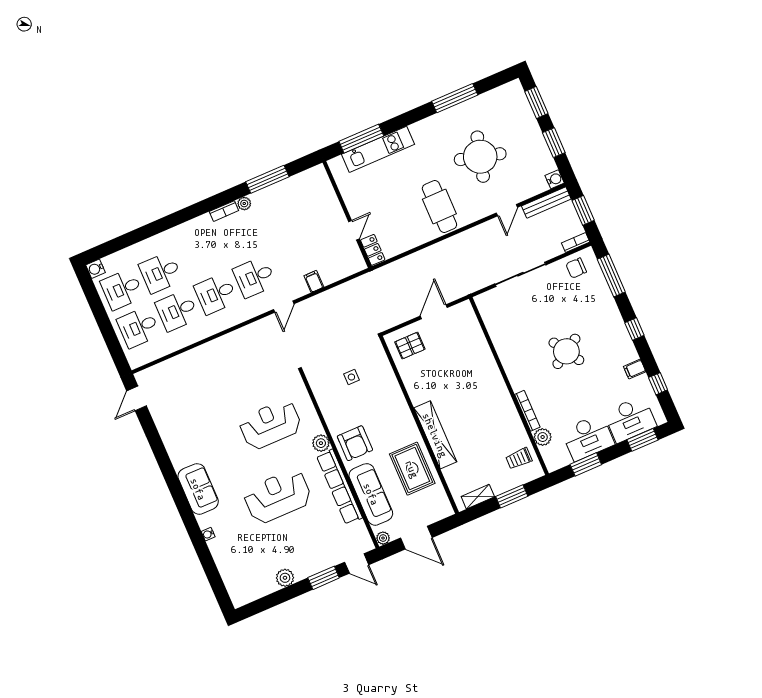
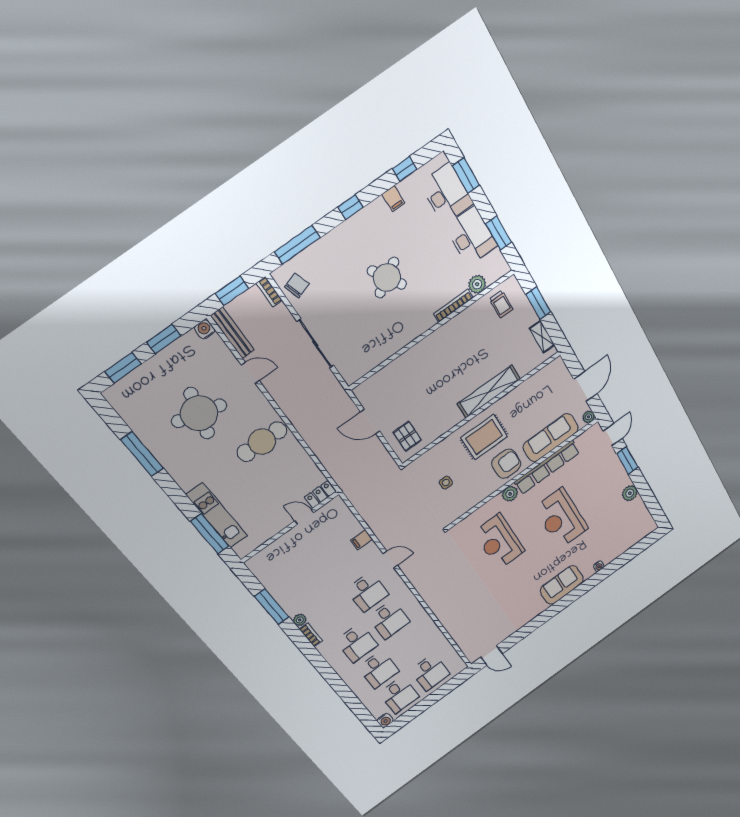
chair: (576, 268) -> (297, 285), turned -108
desk: (177, 311) -> (357, 643), moved
rug: (412, 469) -> (484, 437), moved

